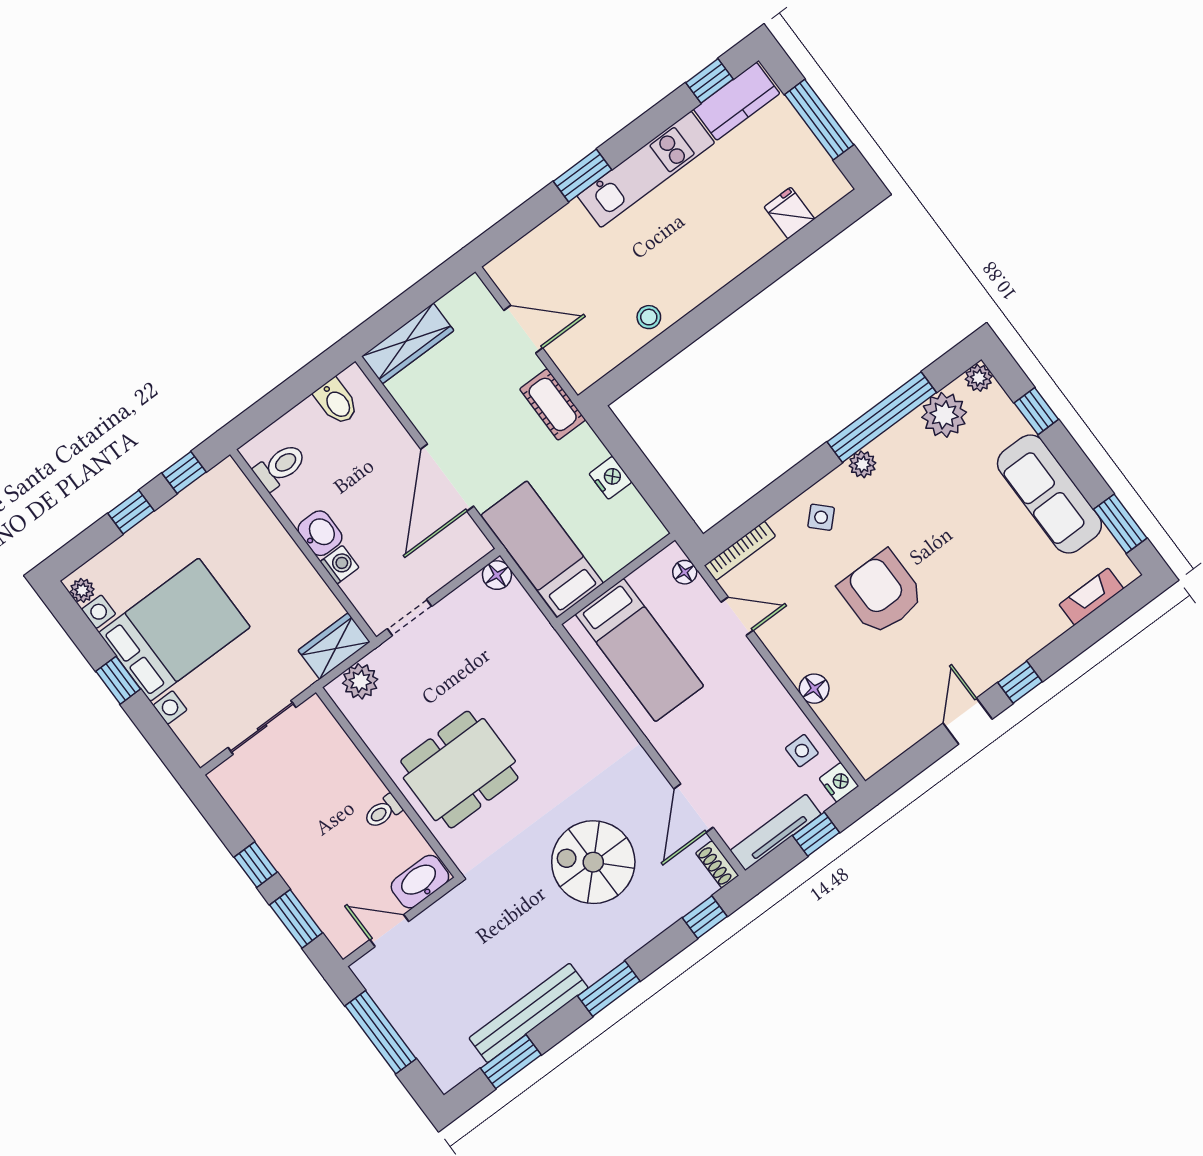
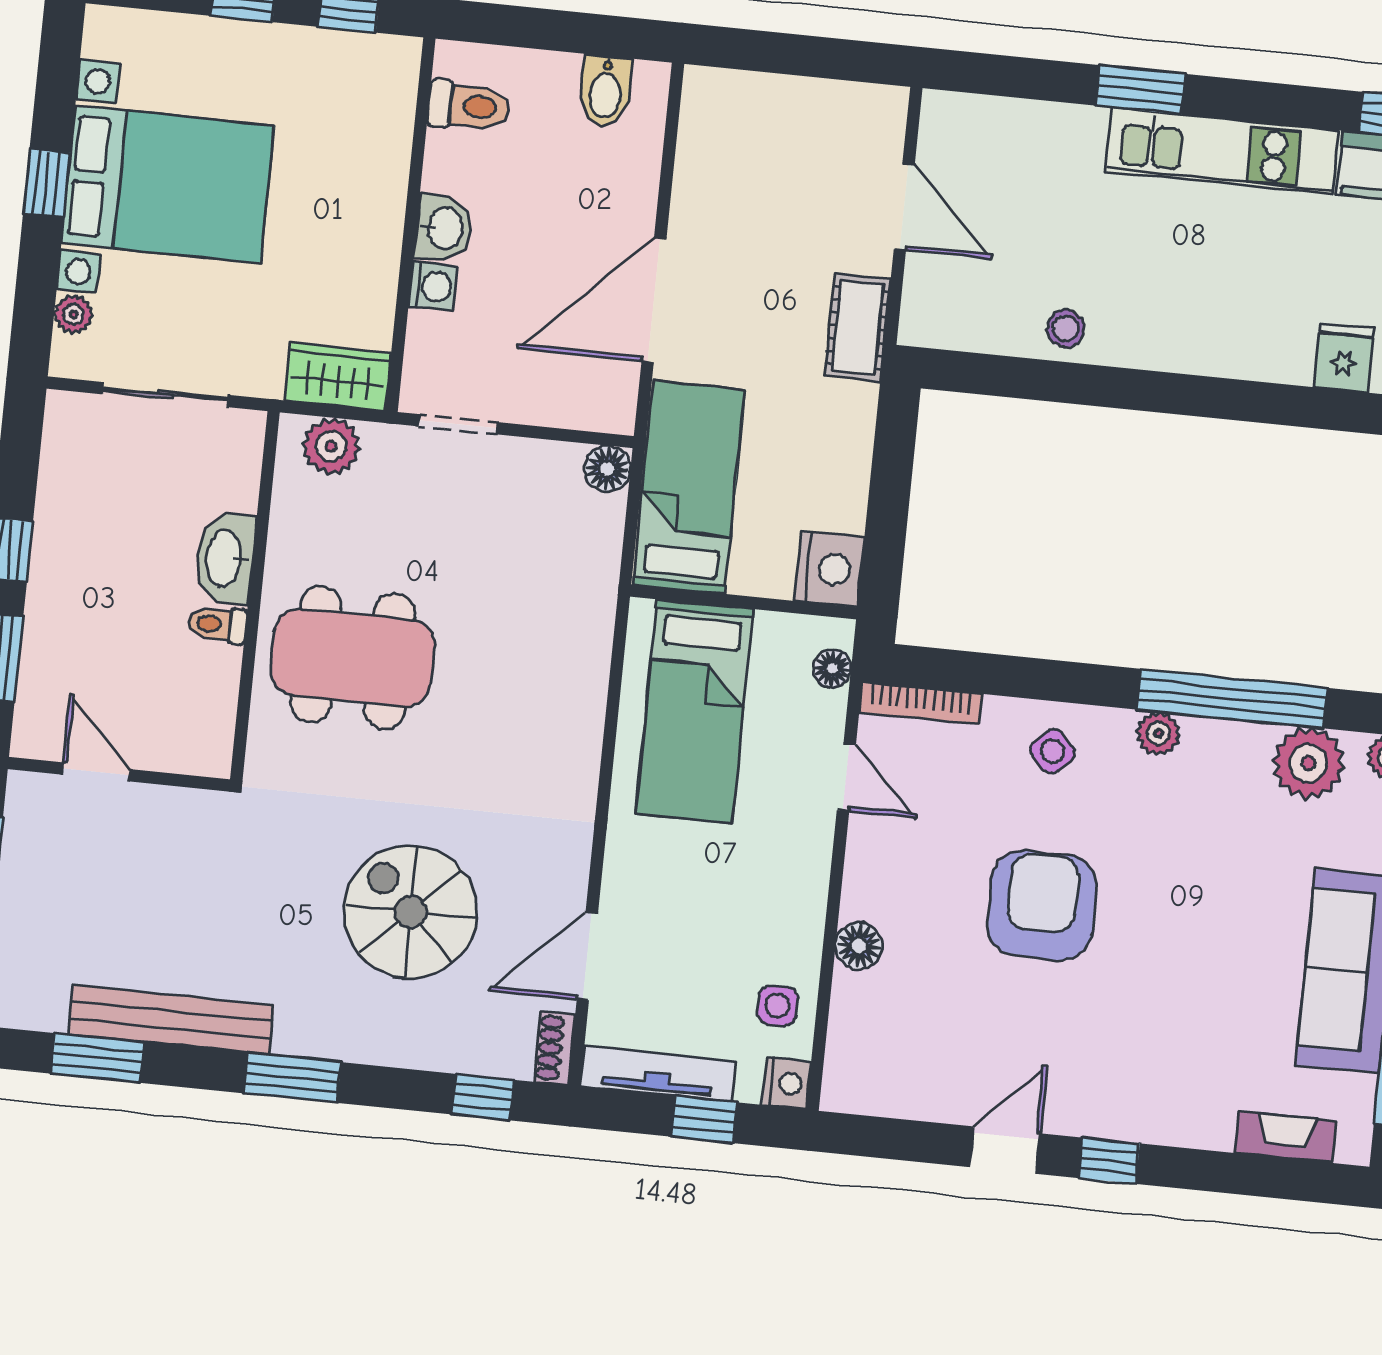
wardrobe: (408, 343) -> (753, 99), removed
nightstand: (610, 478) -> (829, 569), moved, width x1.36, depth x1.33
plant: (82, 590) -> (73, 314), moved
washbasin: (420, 882) -> (225, 558), moved, turned -90

